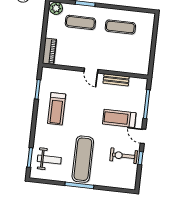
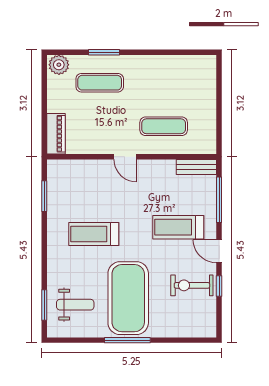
exercise mat: (120, 27) -> (164, 126), moved
bench: (116, 80) -> (196, 167), moved
treadmill: (57, 109) -> (94, 234), moved, turned 90
exercise mat: (83, 159) -> (128, 298), width x1.47

